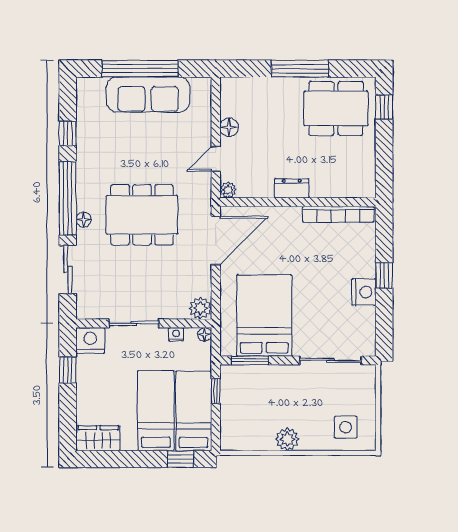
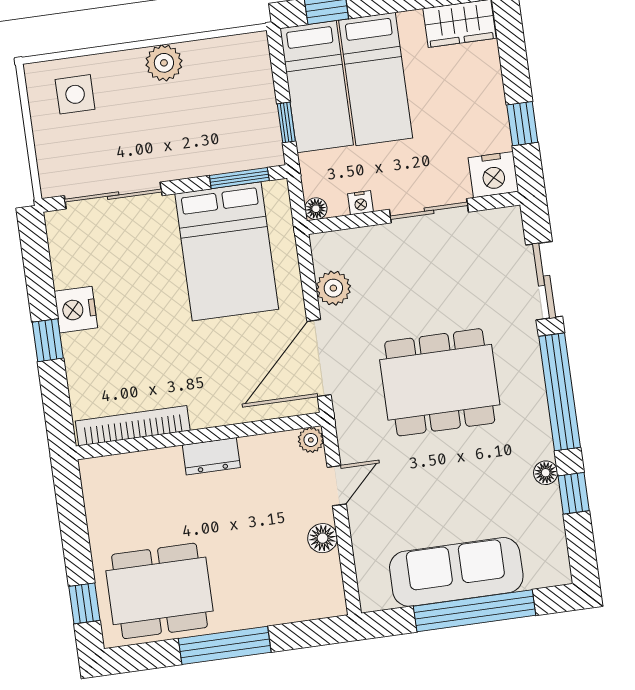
floor lamp: (83, 220) -> (546, 473), moved
plant: (201, 308) -> (333, 288), moved

